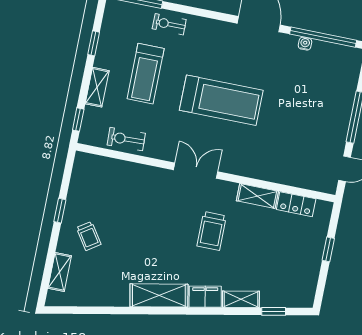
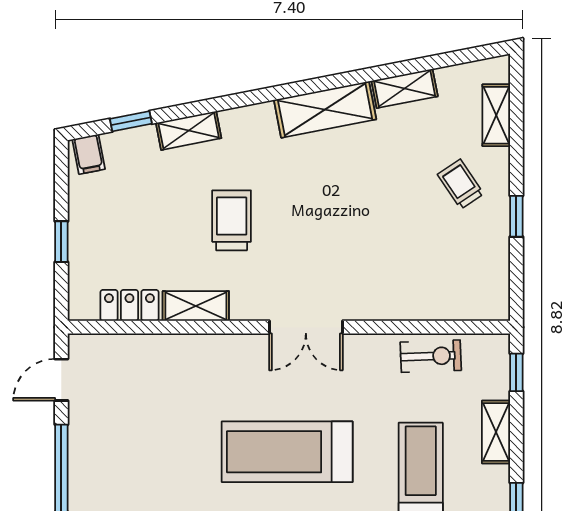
trolley: (212, 231) -> (232, 220), moved
filing cabinet: (205, 297) -> (89, 154), moved, width x0.50
shelving: (110, 298) -> (405, 89), added

